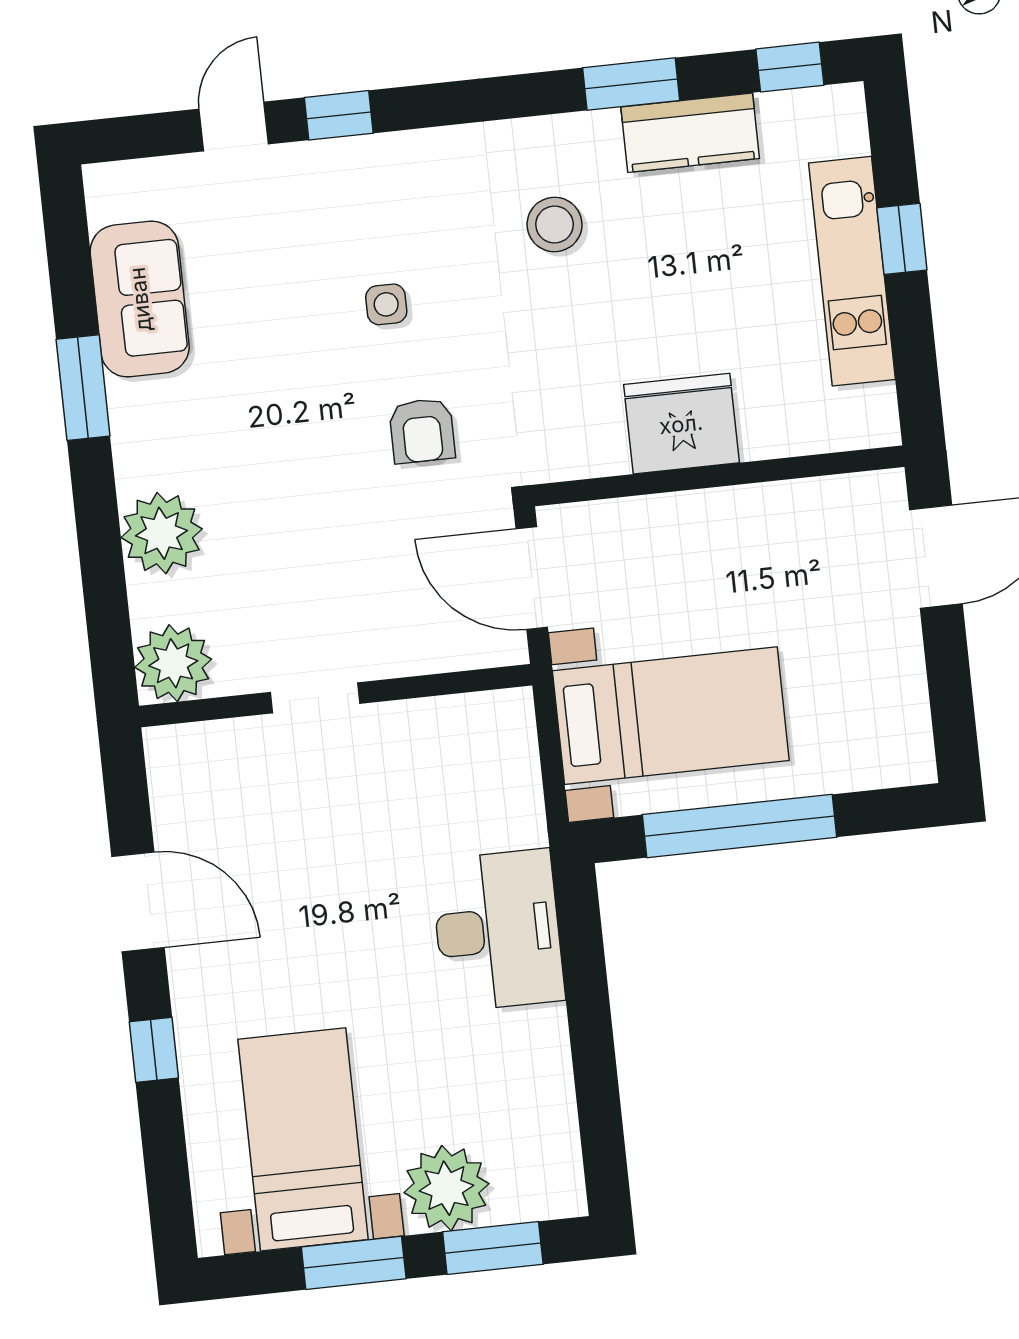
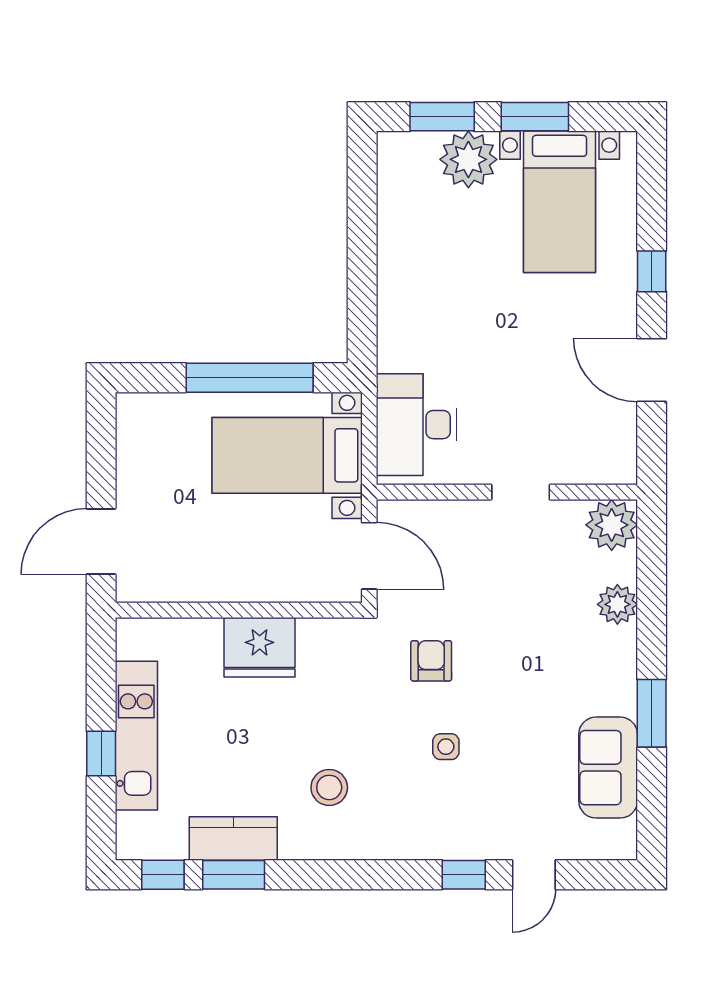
window: (631, 84) -> (234, 875), moved
plant: (162, 533) -> (617, 604), width x0.73, depth x0.73
desk: (498, 930) -> (416, 425), moved

